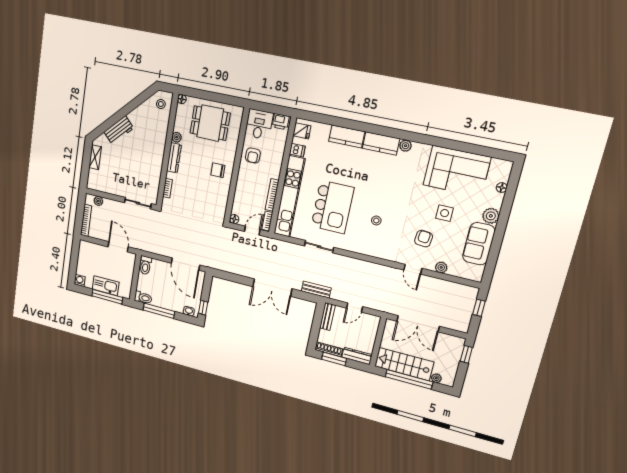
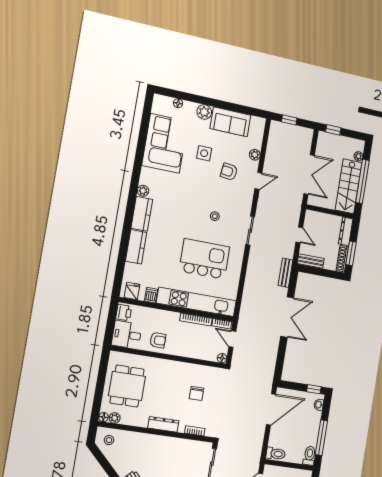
plant: (177, 137) -> (115, 418), moved
chair: (218, 170) -> (196, 393), moved
sliding door: (319, 247) -> (250, 231), moved

